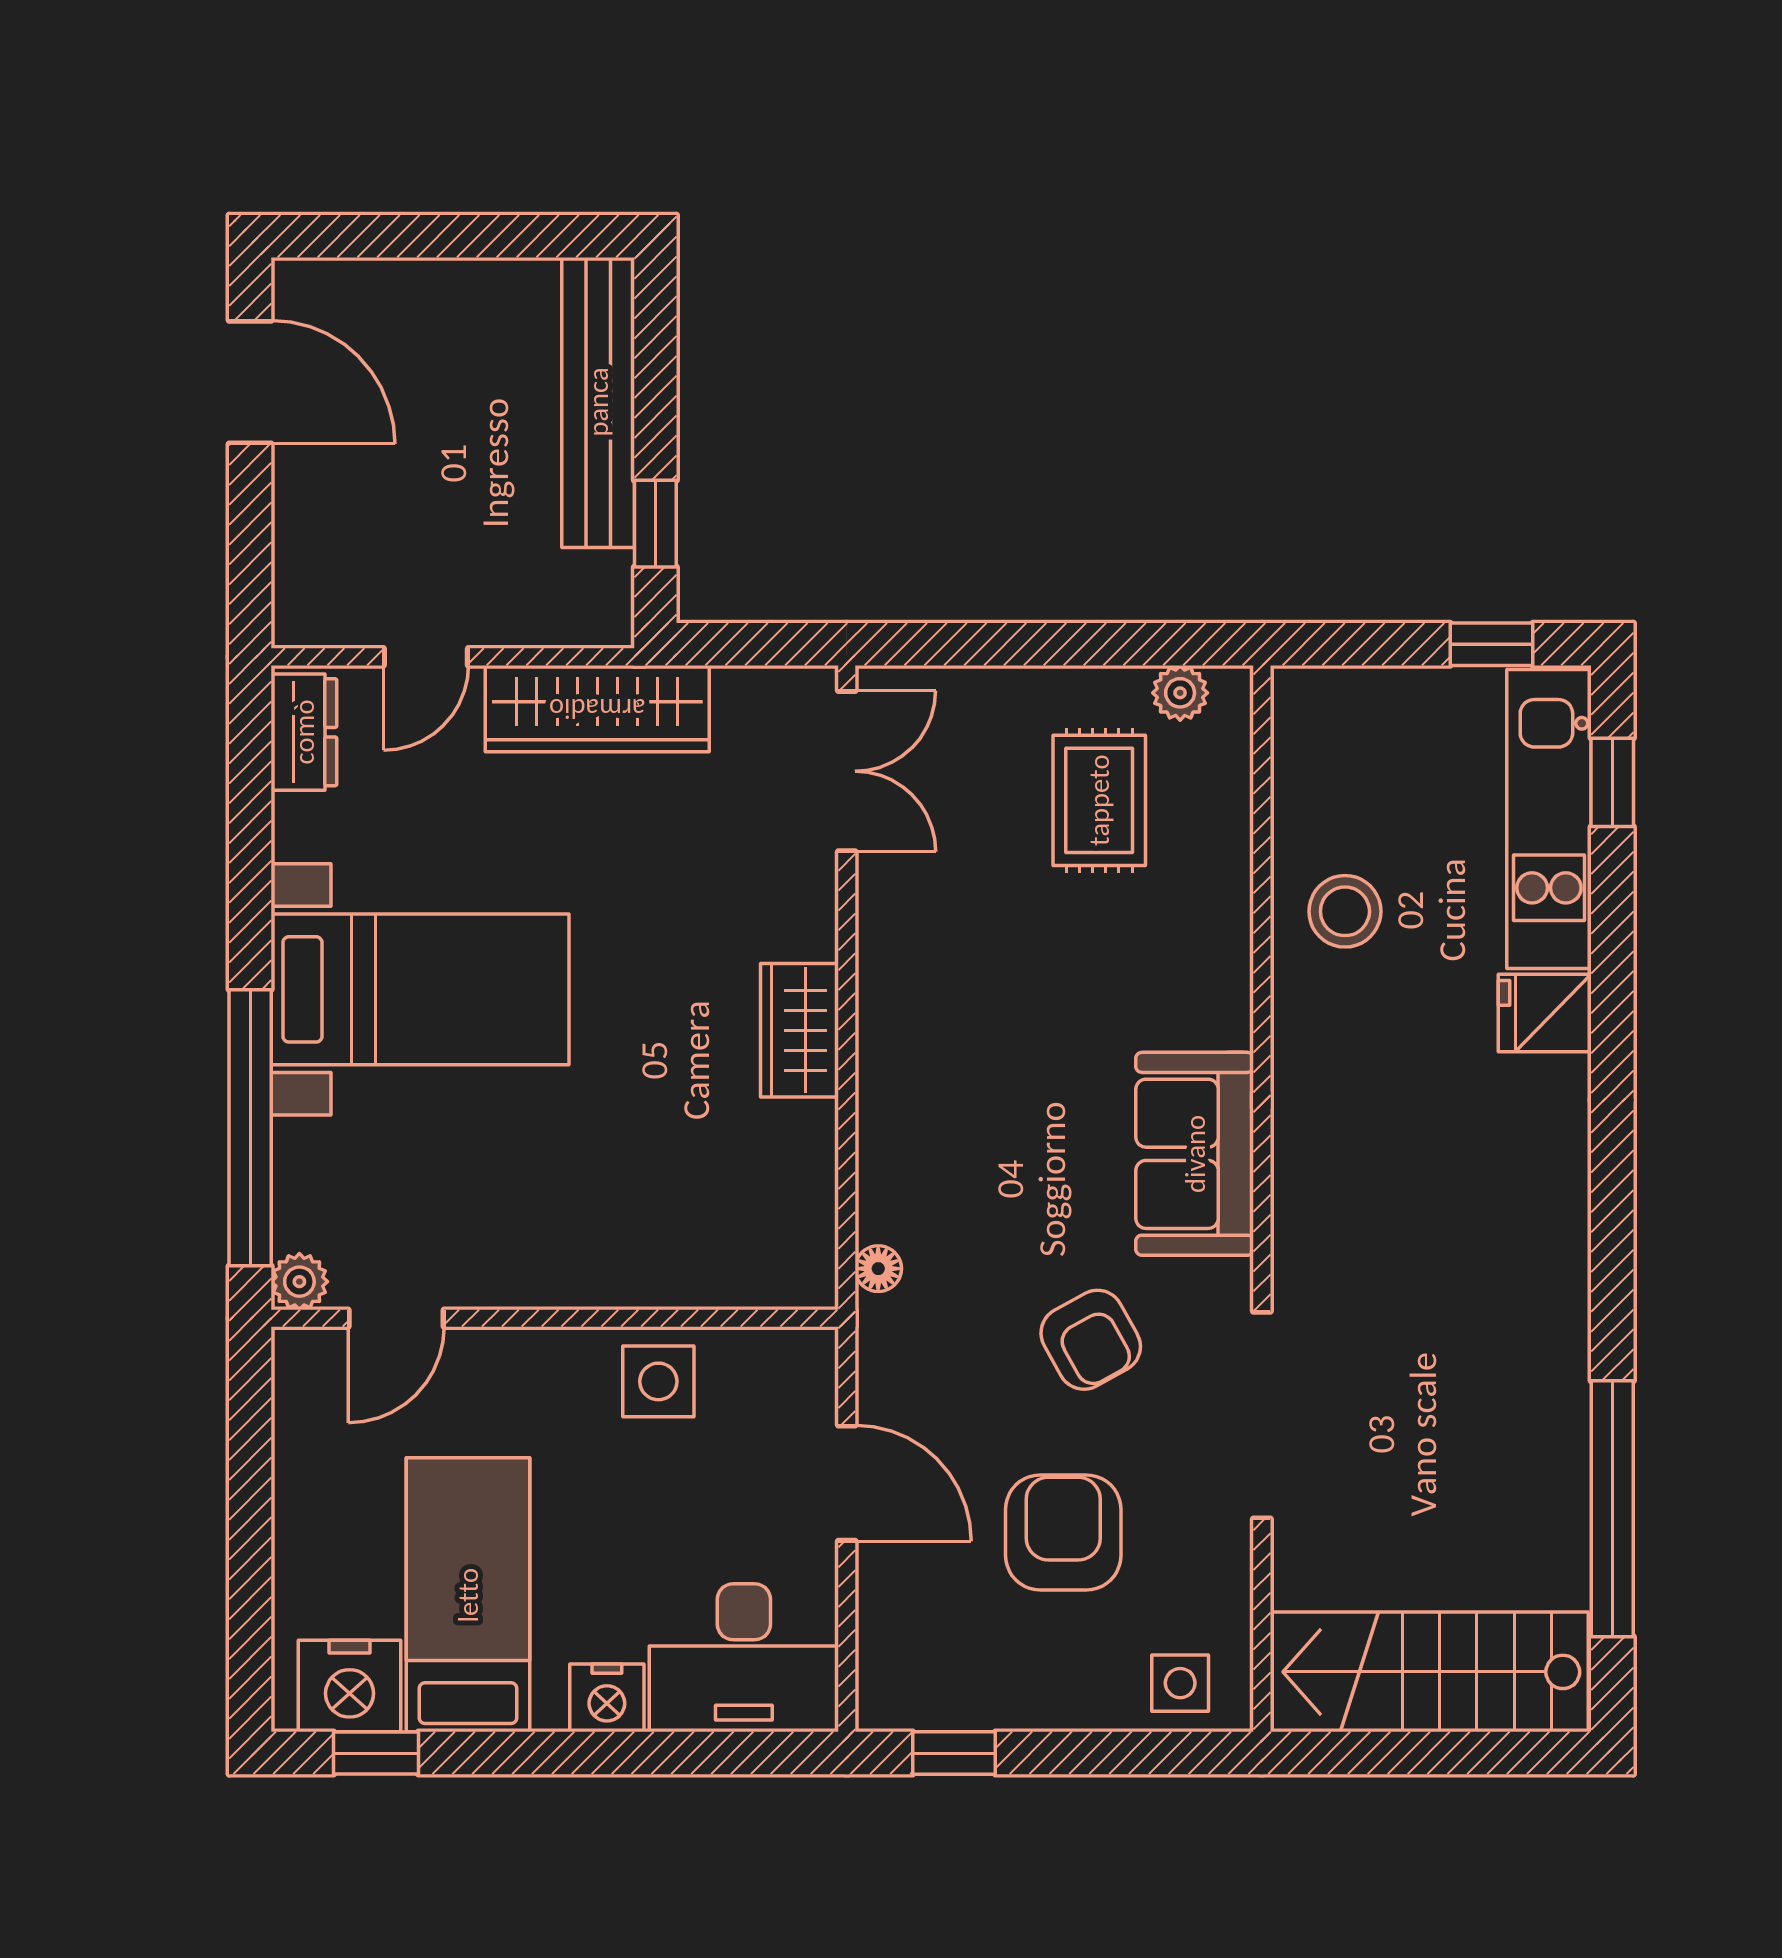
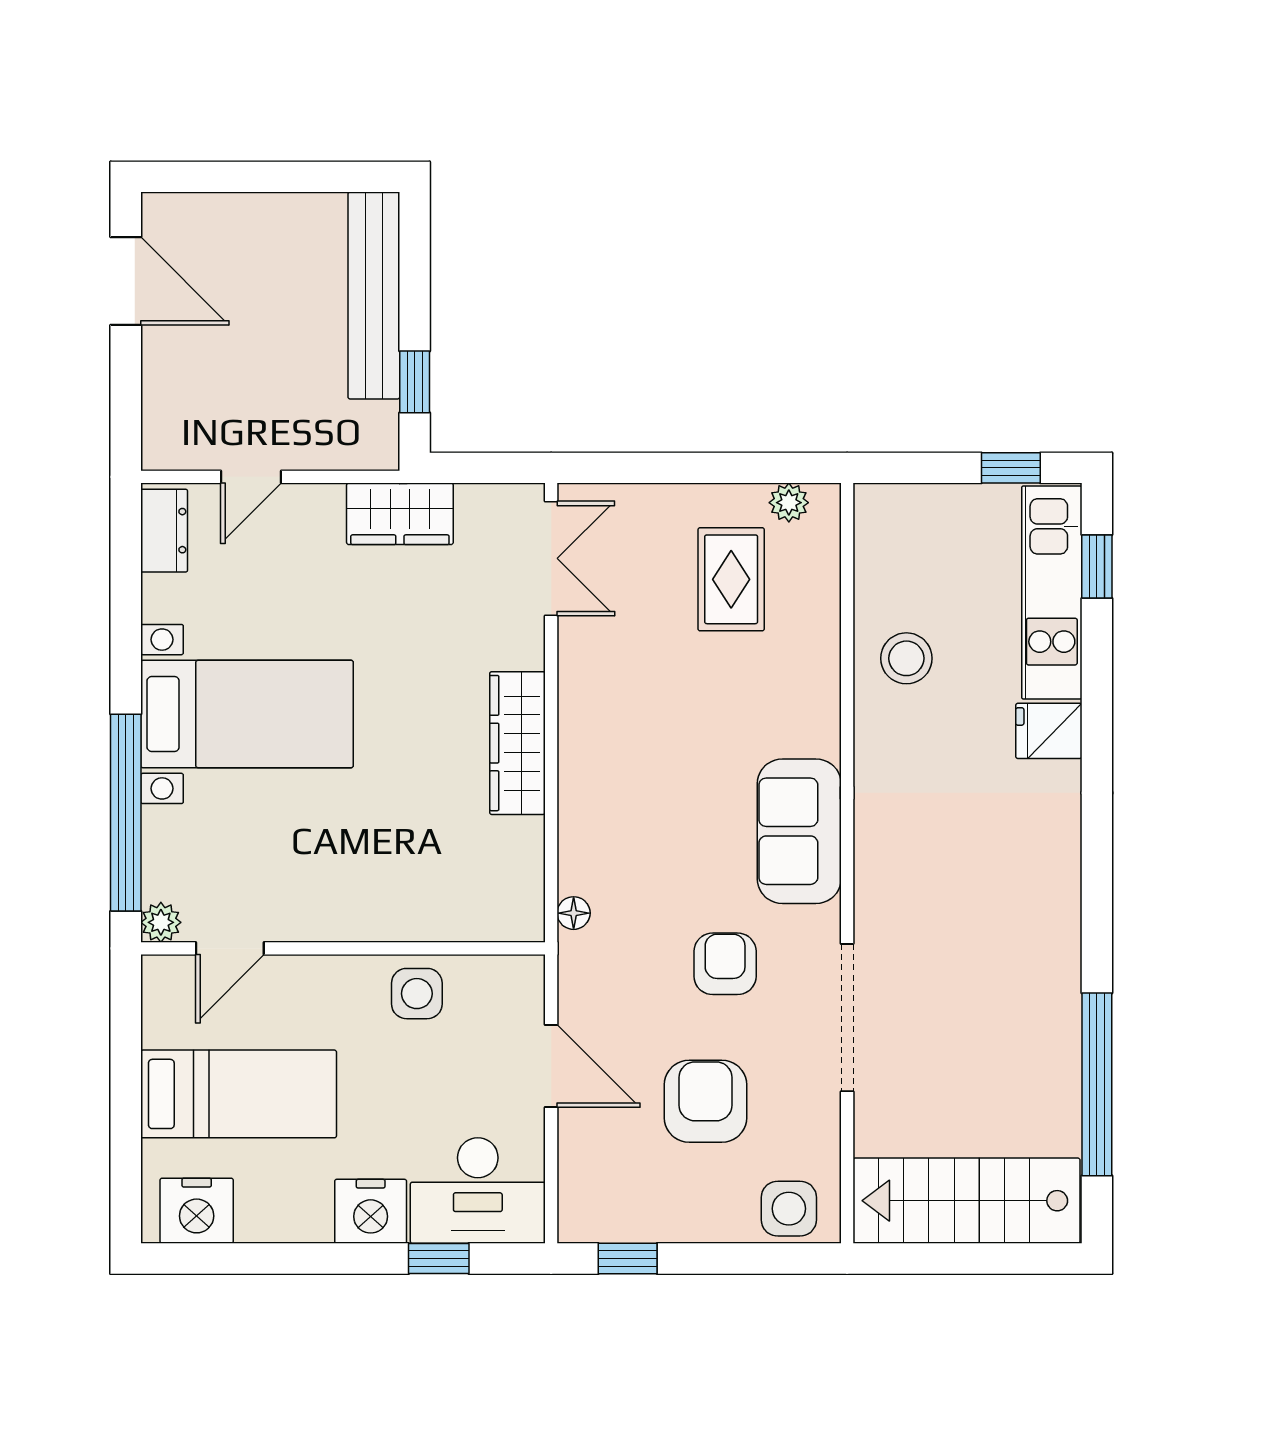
wardrobe: (597, 709) -> (400, 514), width x0.67
wardrobe: (800, 1030) -> (517, 743), width x1.50
armchair: (1091, 1340) -> (725, 964), turned -151
bed: (468, 1595) -> (239, 1094), moved, turned 90
side table: (1180, 1683) -> (789, 1209), width x1.37, depth x1.37
nightstand: (607, 1698) -> (371, 1211), width x1.36, depth x1.33
window: (376, 1753) -> (439, 1258), moved

